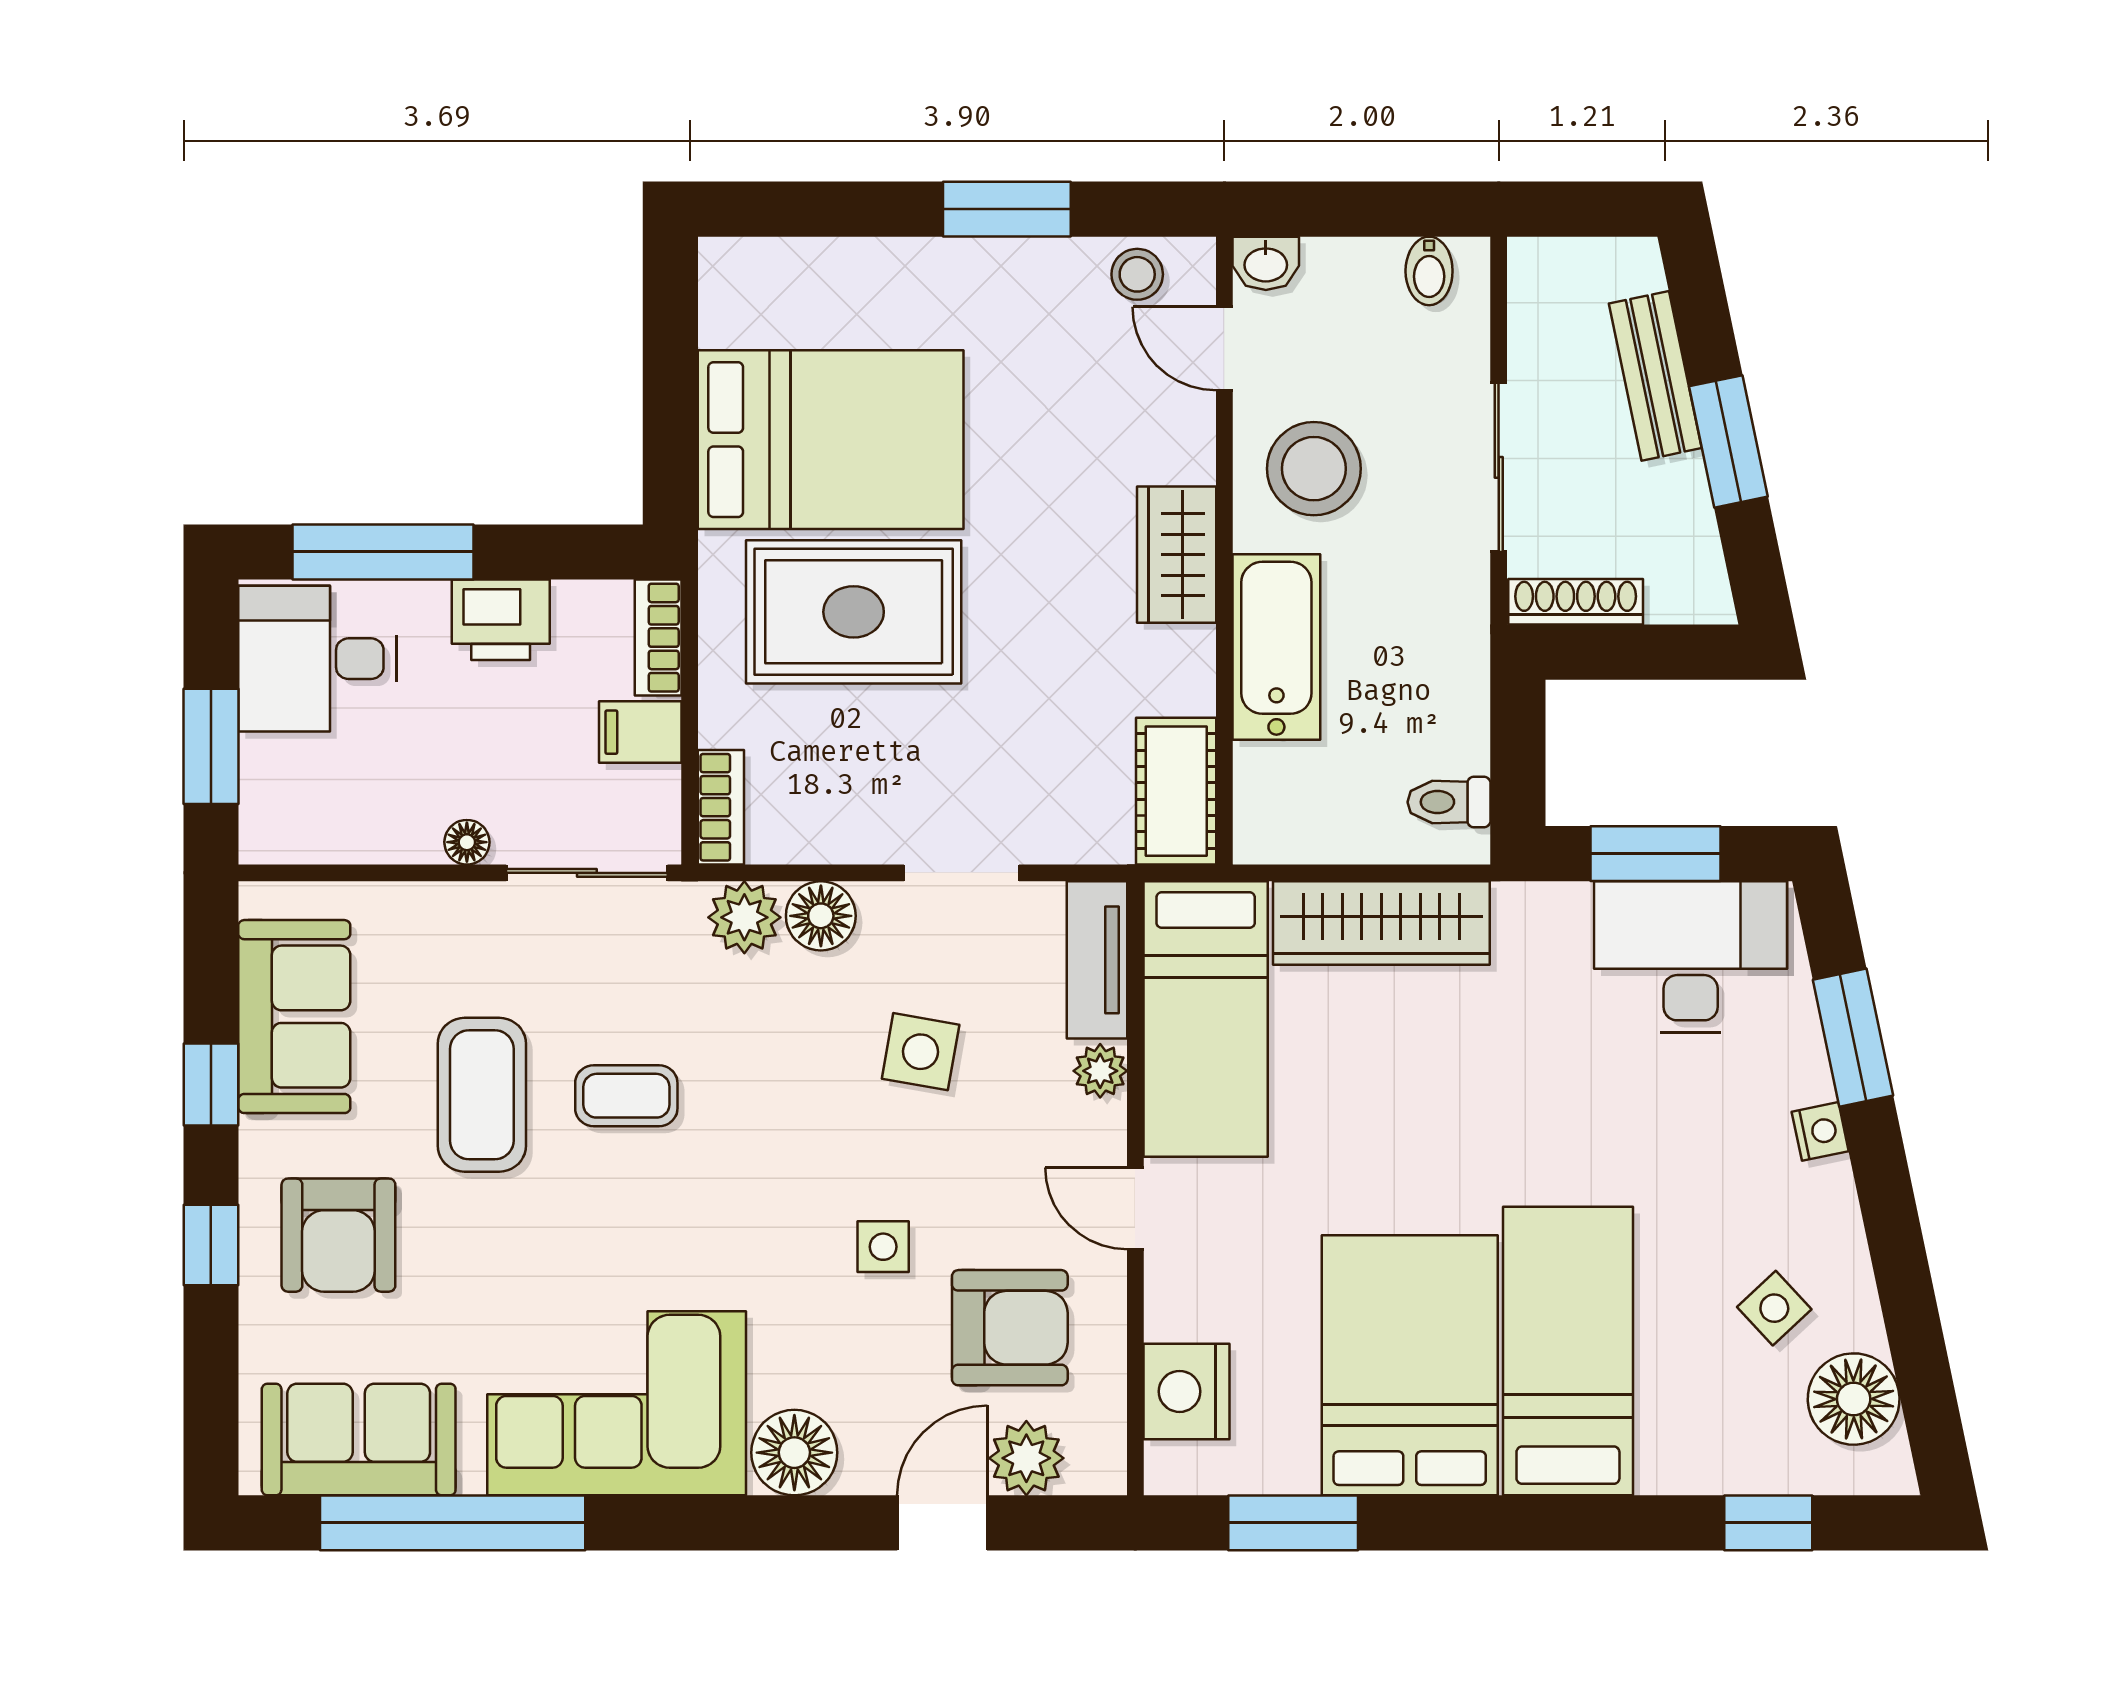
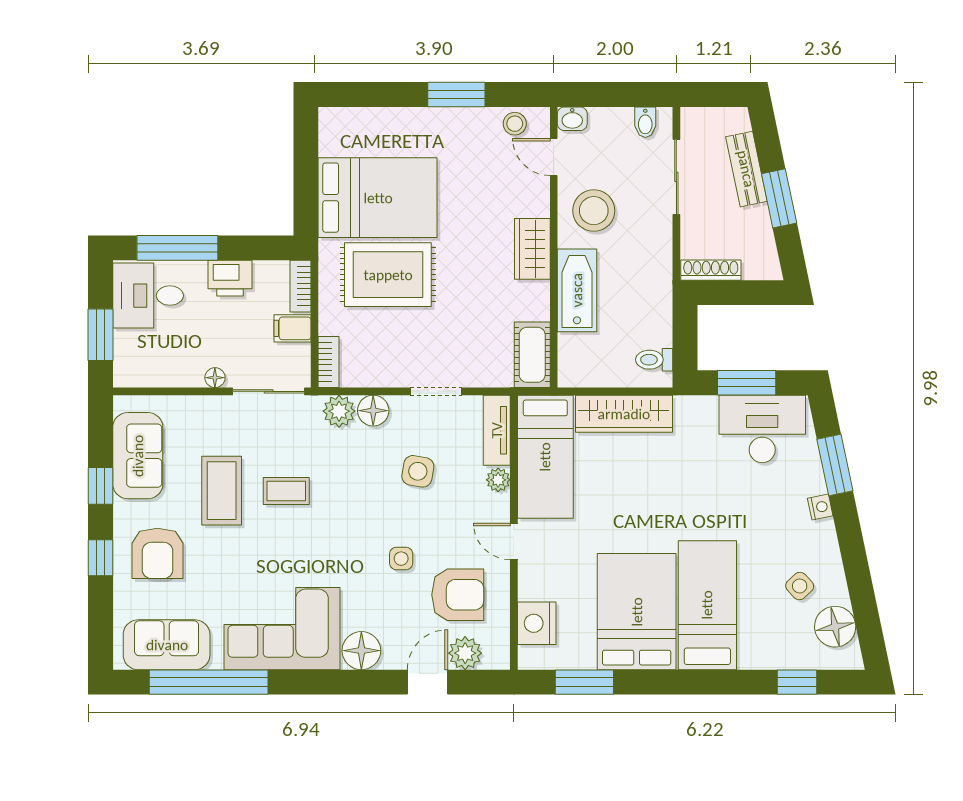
sliding door: (1499, 467) -> (676, 177), moved

